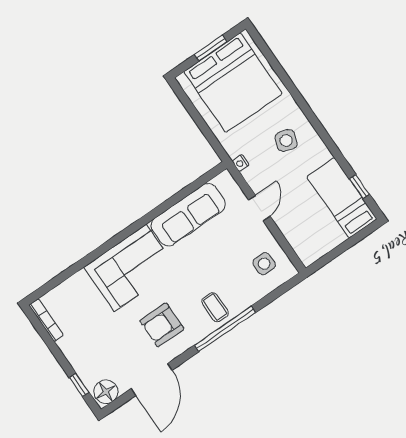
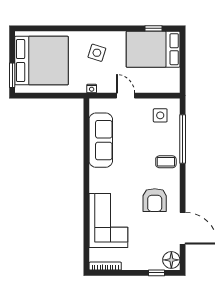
window: (211, 48) -> (12, 75), moved
bed: (342, 198) -> (153, 49), width x1.50
corner sofa: (130, 268) -> (108, 221), moved
window: (225, 329) -> (183, 139), moved

